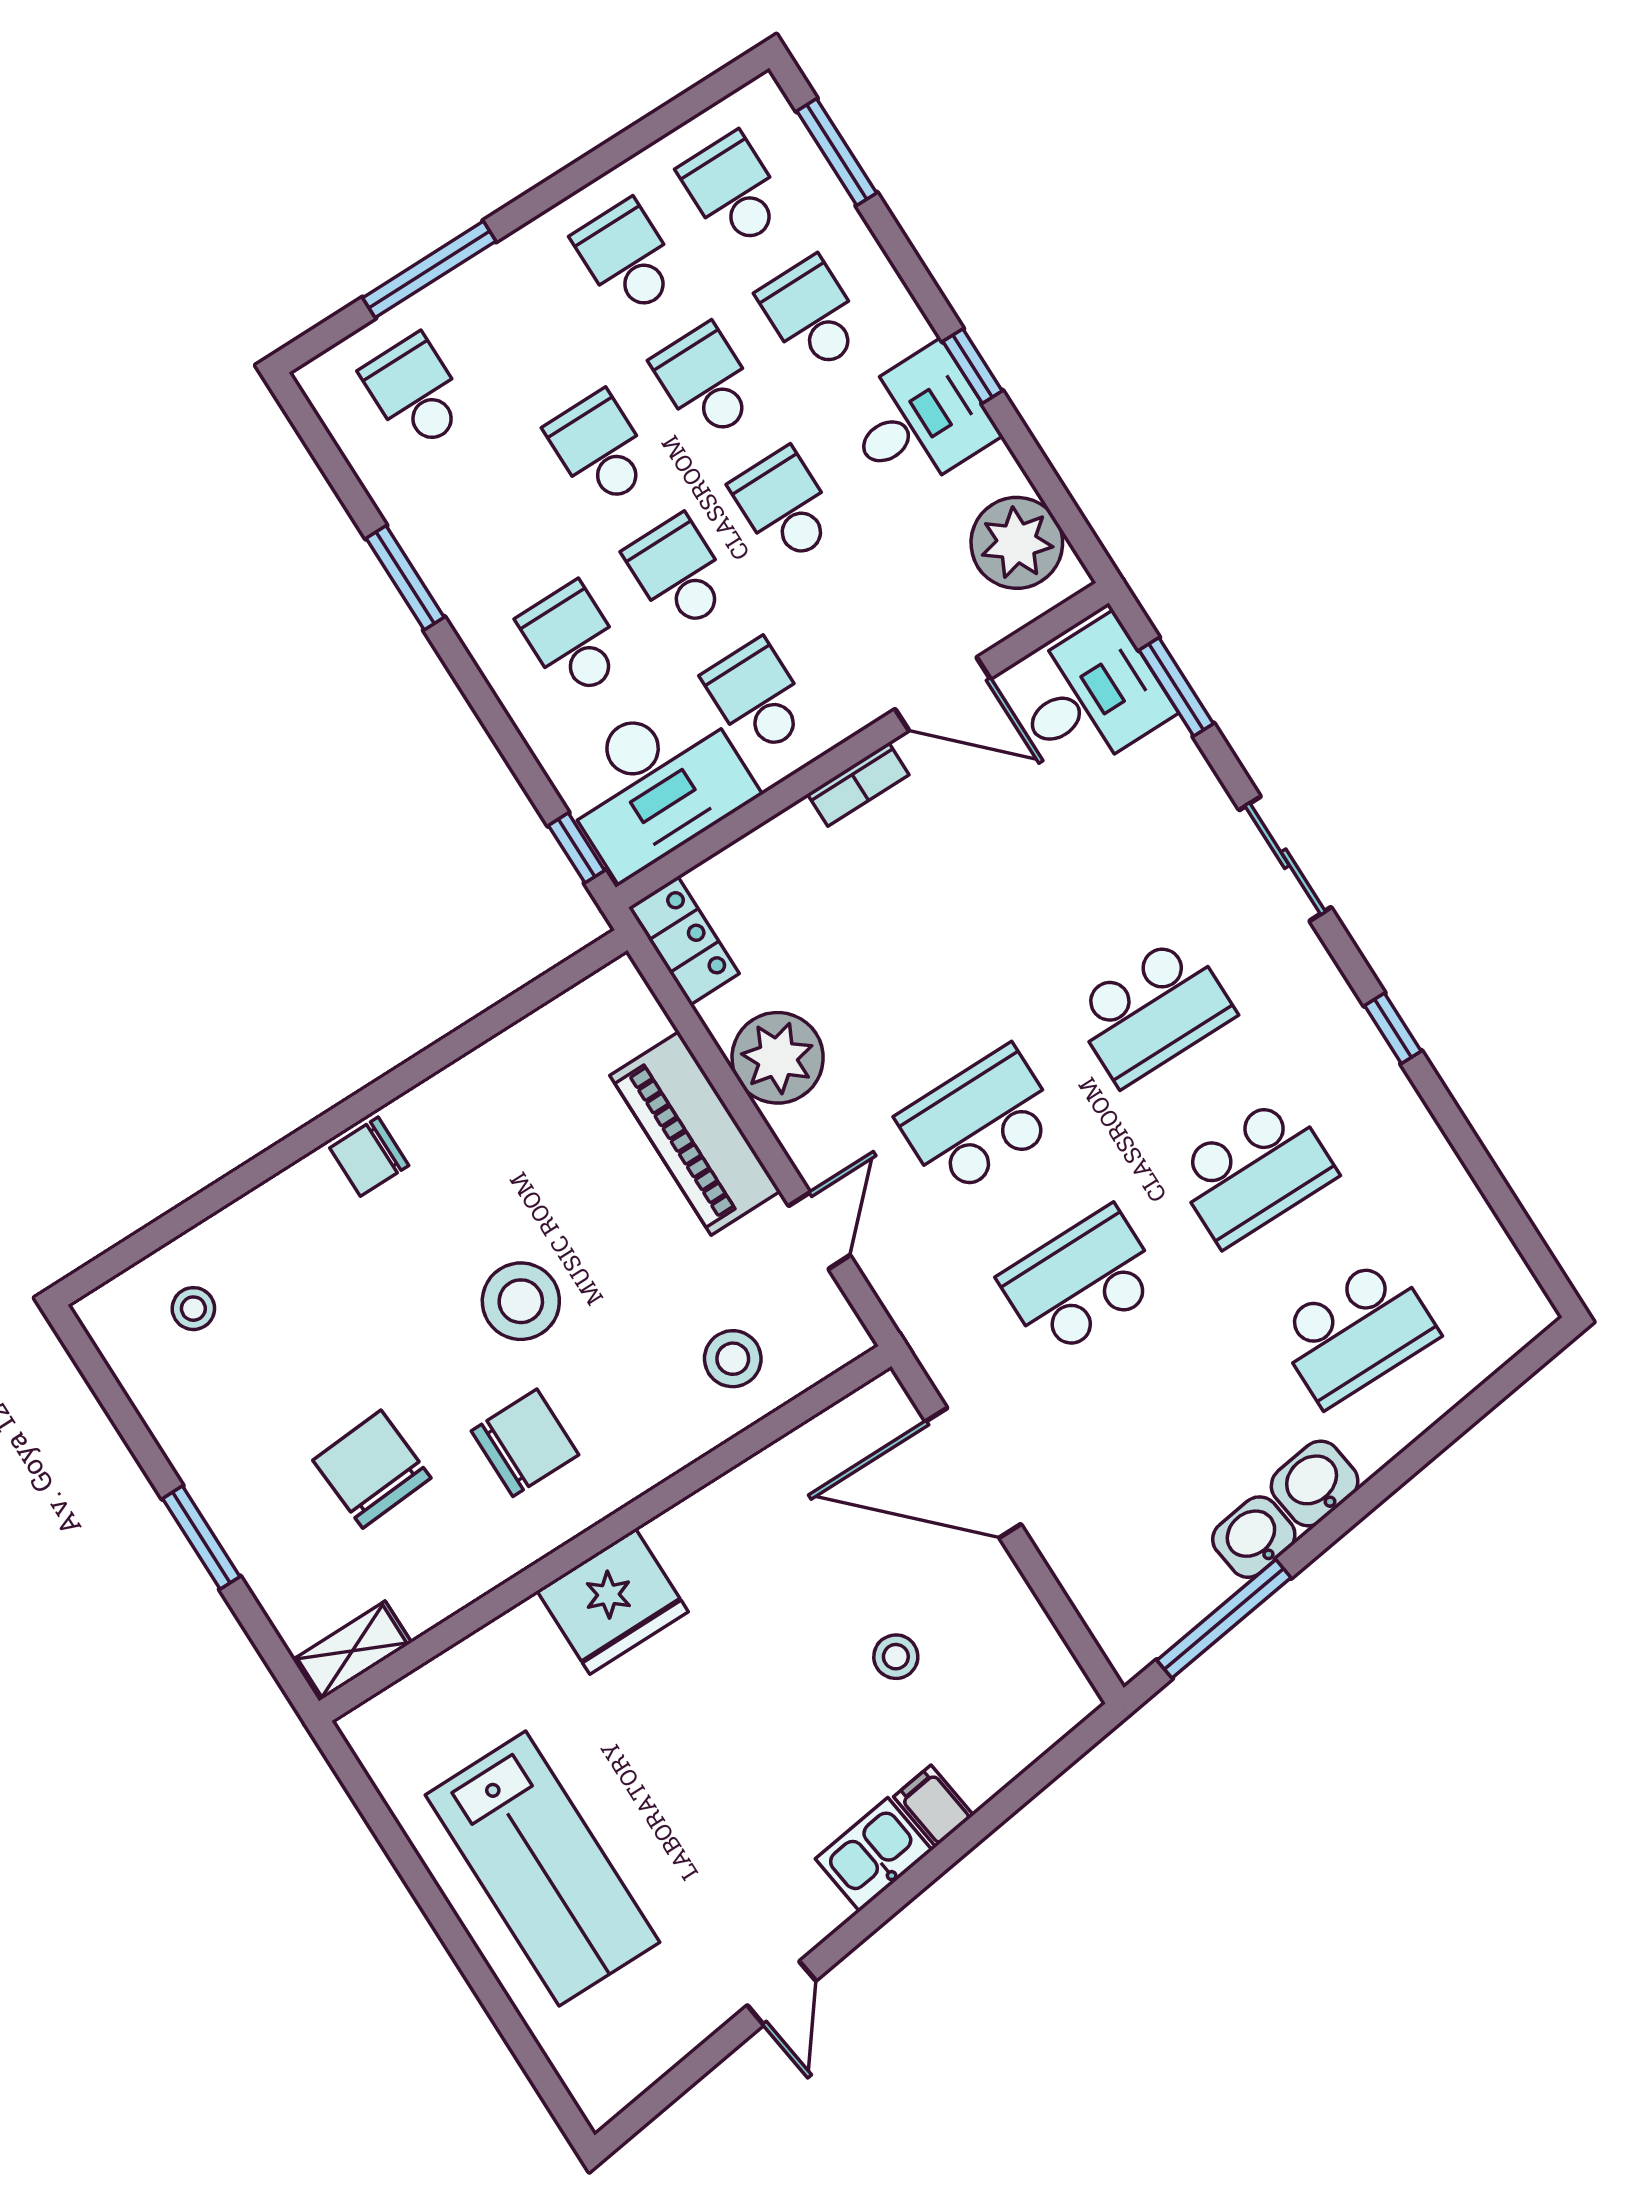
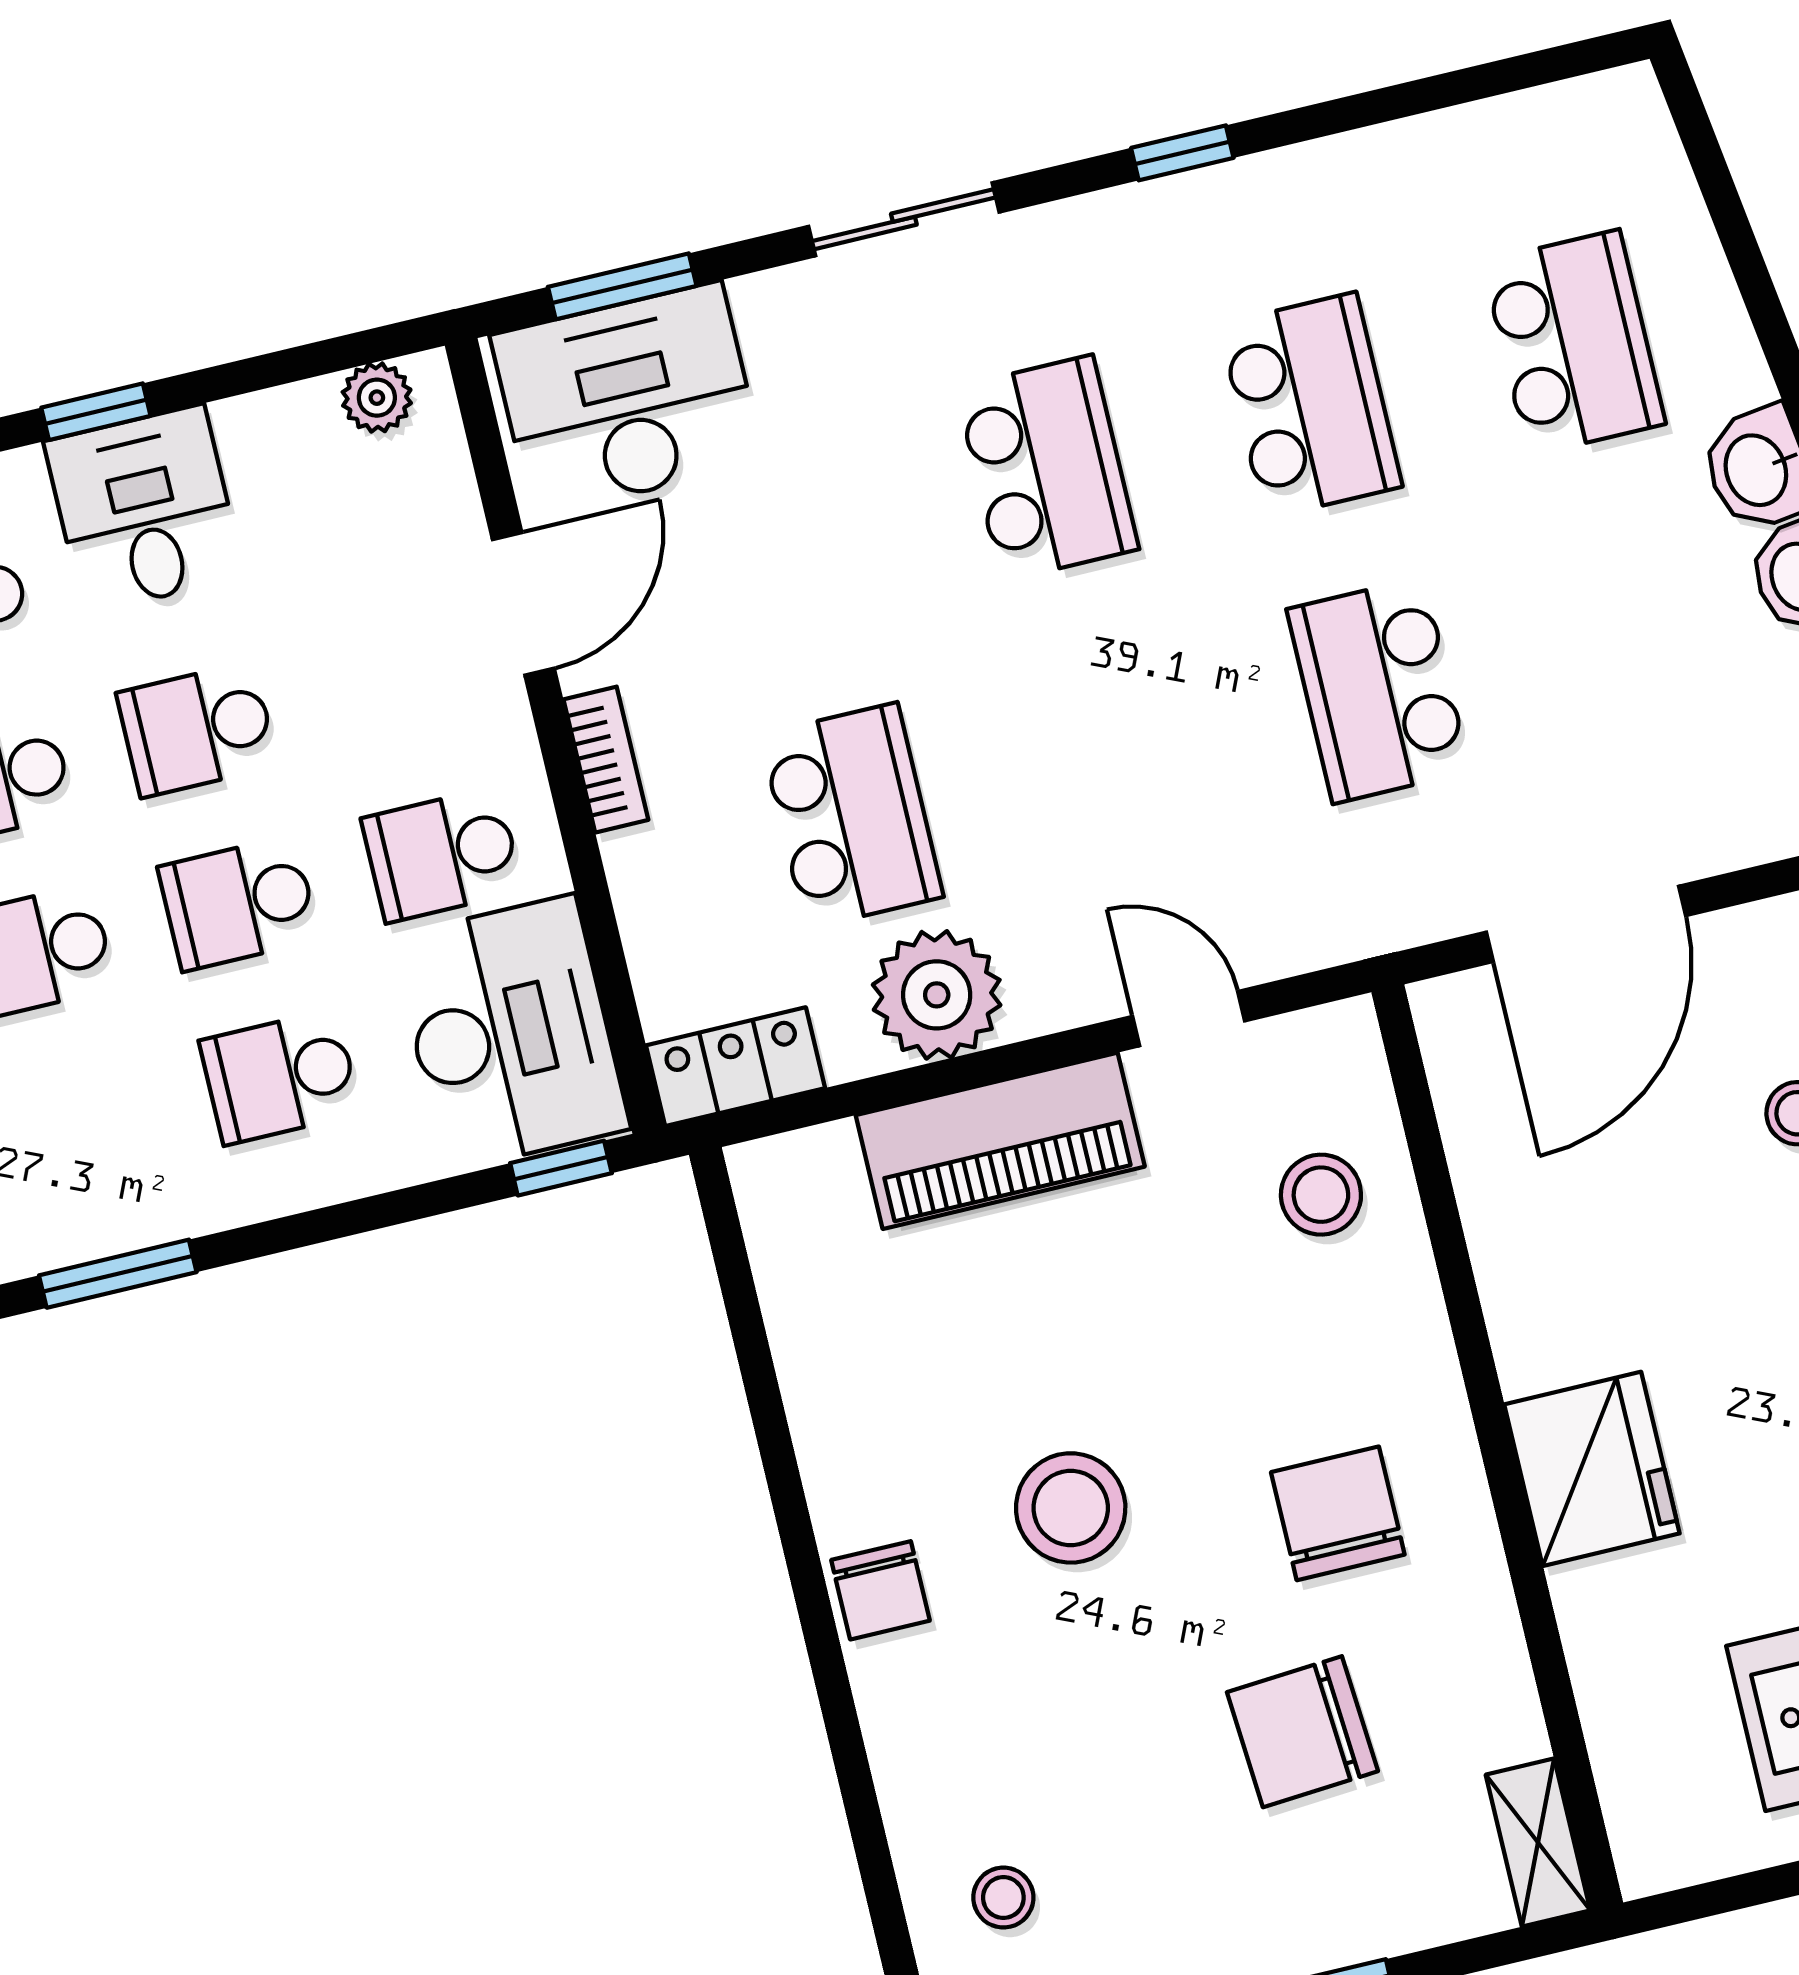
plant: (1017, 543) -> (377, 398), width x0.53, depth x0.53
desk: (1090, 697) -> (627, 399), width x1.37
school desk: (979, 1121) -> (852, 816), moved, turned 180
stool: (521, 1301) -> (1071, 1508), moved

